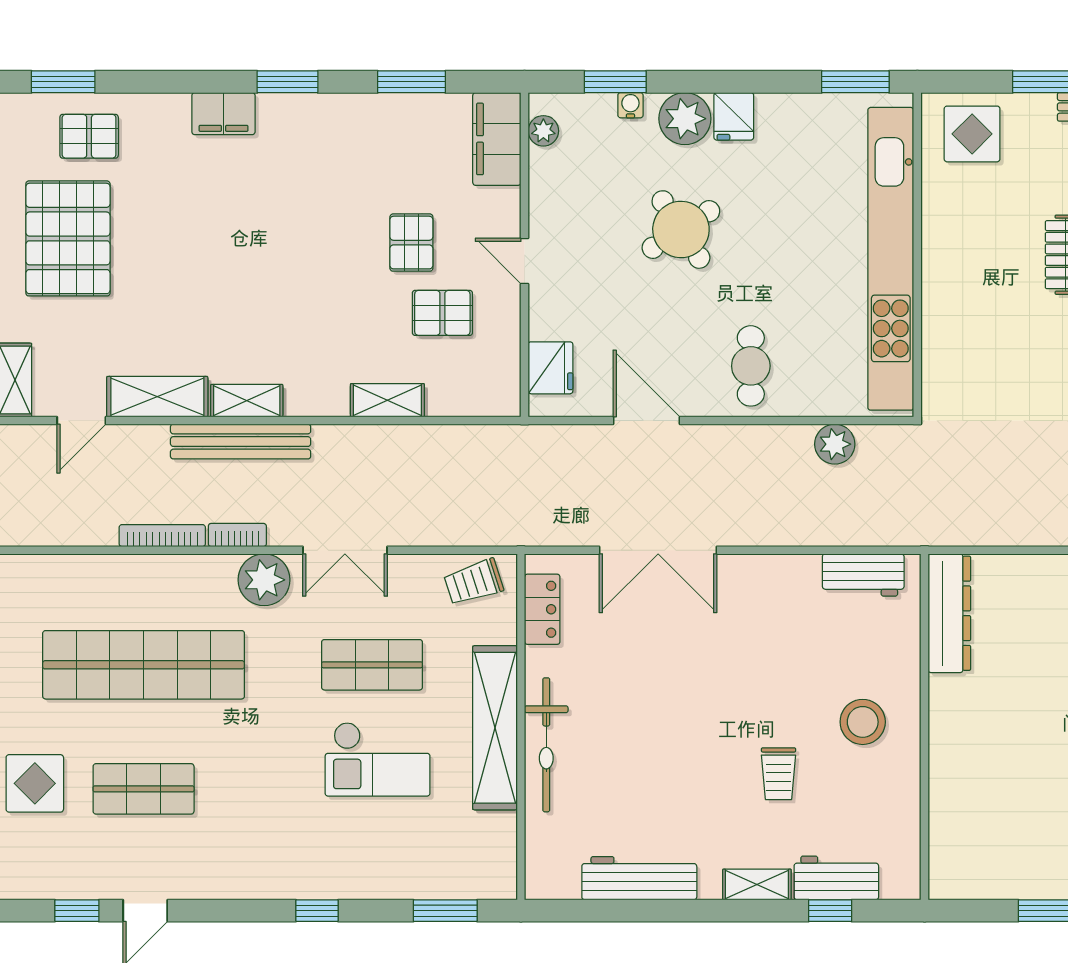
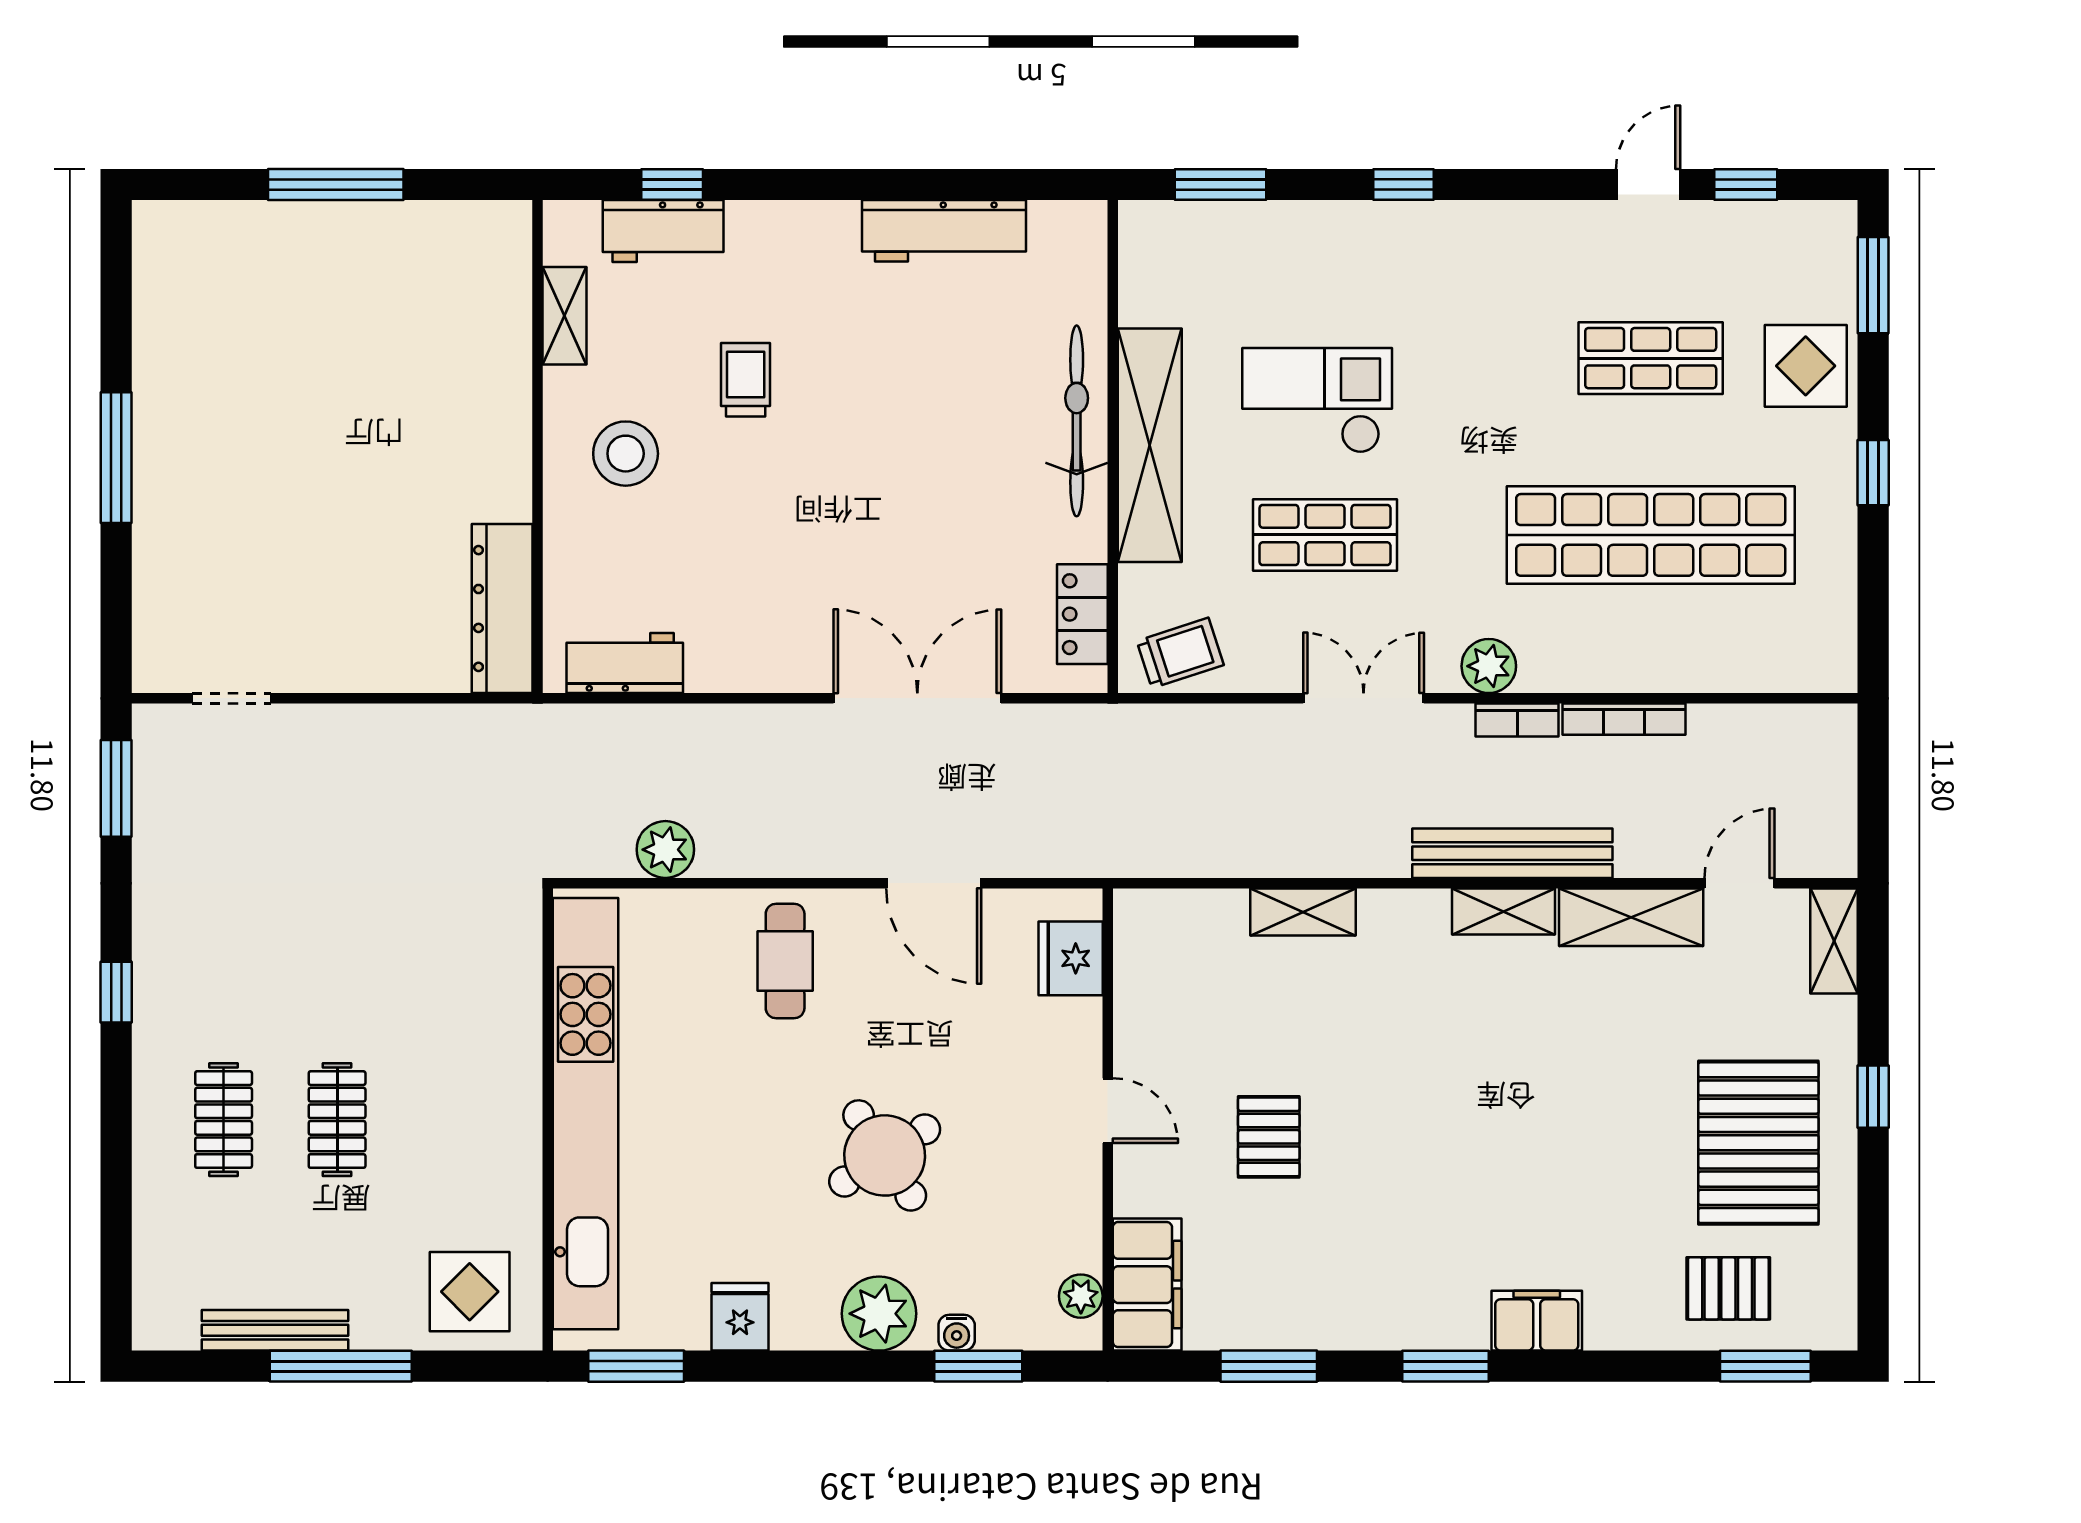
fridge: (734, 116) -> (740, 1317), moved
pallet: (442, 313) -> (1225, 1037), removed
plant: (264, 580) -> (1489, 666), width x0.73, depth x0.73
shelving: (757, 884) -> (564, 316), moved, turned 90

